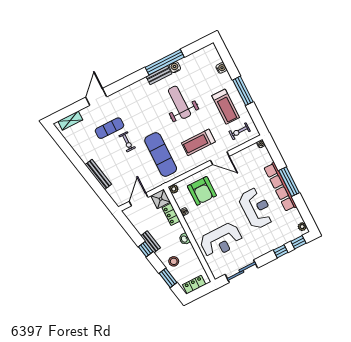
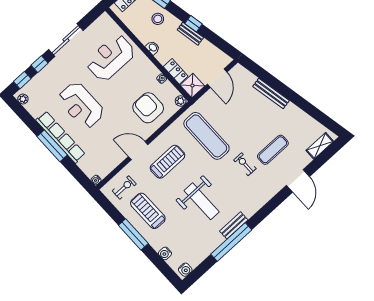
water cooler: (175, 67) -> (185, 270), moved
exercise bike: (127, 142) -> (245, 164), moved
sliding door: (241, 271) -> (66, 40), moved

